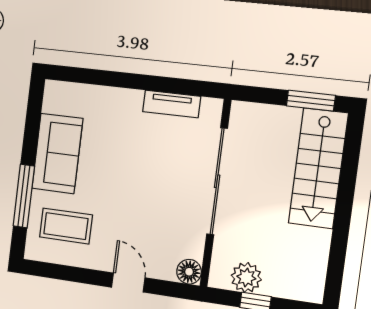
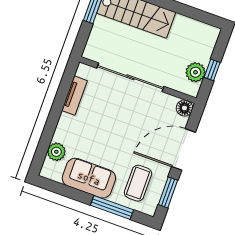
plant: (84, 97) -> (56, 152), added
window: (62, 272) -> (168, 192), added
door: (128, 283) -> (184, 149), width x1.88

